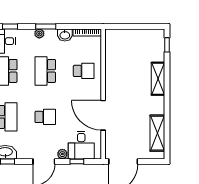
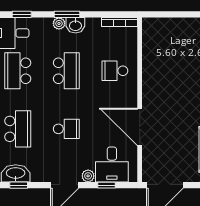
washbasin: (65, 35) -> (75, 25), moved
school desk: (45, 71) -> (66, 71), turned 180
school desk: (84, 71) -> (115, 71), turned 180

